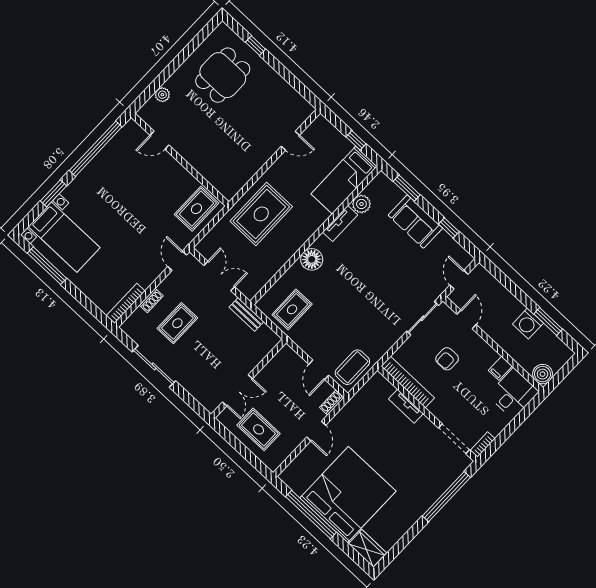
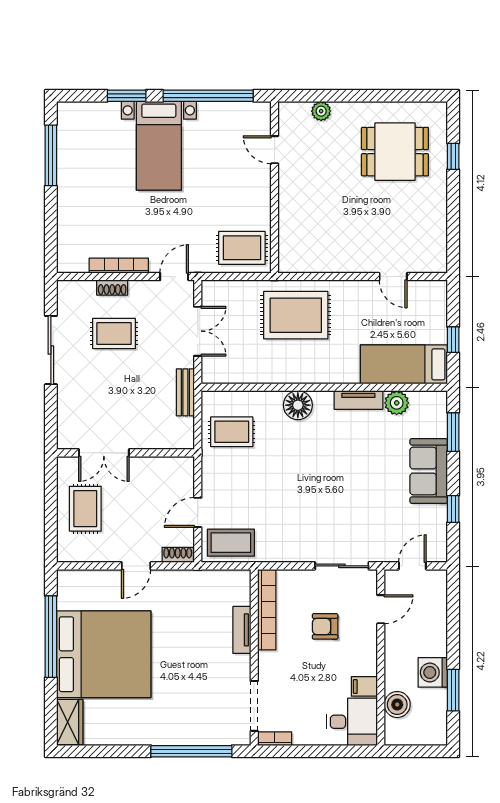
bed with nightstands: (64, 237) -> (159, 146), moved
bookcase: (126, 303) -> (119, 266), moved
boiler: (543, 374) -> (397, 705), moved

